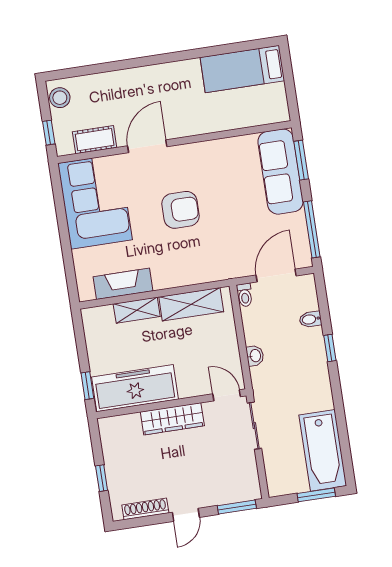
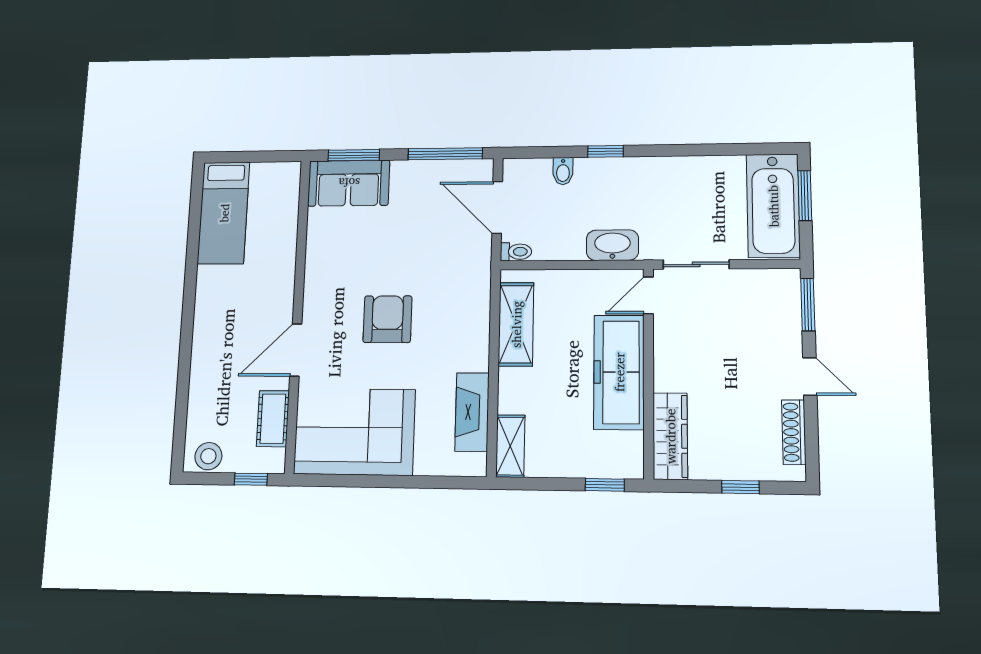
door: (147, 146) -> (296, 350), hinge flipped
sofa: (281, 172) -> (349, 183), width x0.73
shelving: (137, 310) -> (510, 446), moved
washbasin: (255, 356) -> (612, 245), width x1.91, depth x1.45
freezer: (135, 388) -> (619, 372), moved
wardrobe: (172, 419) -> (670, 436), moved
bathtub: (323, 450) -> (773, 206), moved, turned 90

